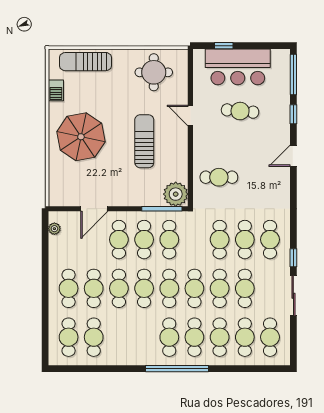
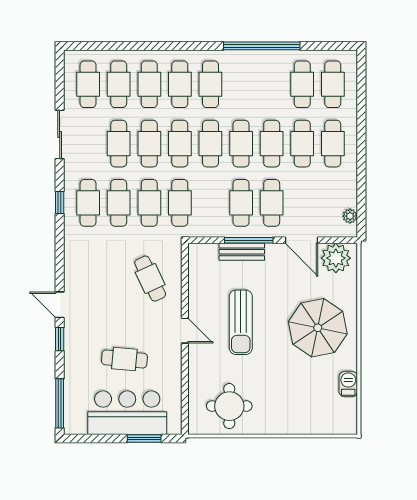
window: (224, 46) -> (144, 438), width x1.50
sun lounger: (86, 62) -> (312, 419), removed
window: (293, 114) -> (60, 339), moved
door: (190, 115) -> (185, 331), moved
door: (293, 156) -> (60, 305), swing flipped
cafe table: (219, 177) -> (150, 279), turned 65
plant: (176, 194) -> (336, 258), moved
bench: (143, 199) -> (242, 252), added
door: (94, 209) -> (302, 240), swing flipped
window: (162, 209) -> (249, 240), moved
cafe table: (169, 240) -> (180, 203), moved
window: (293, 258) -> (60, 203), moved
window: (177, 369) -> (262, 46), moved

